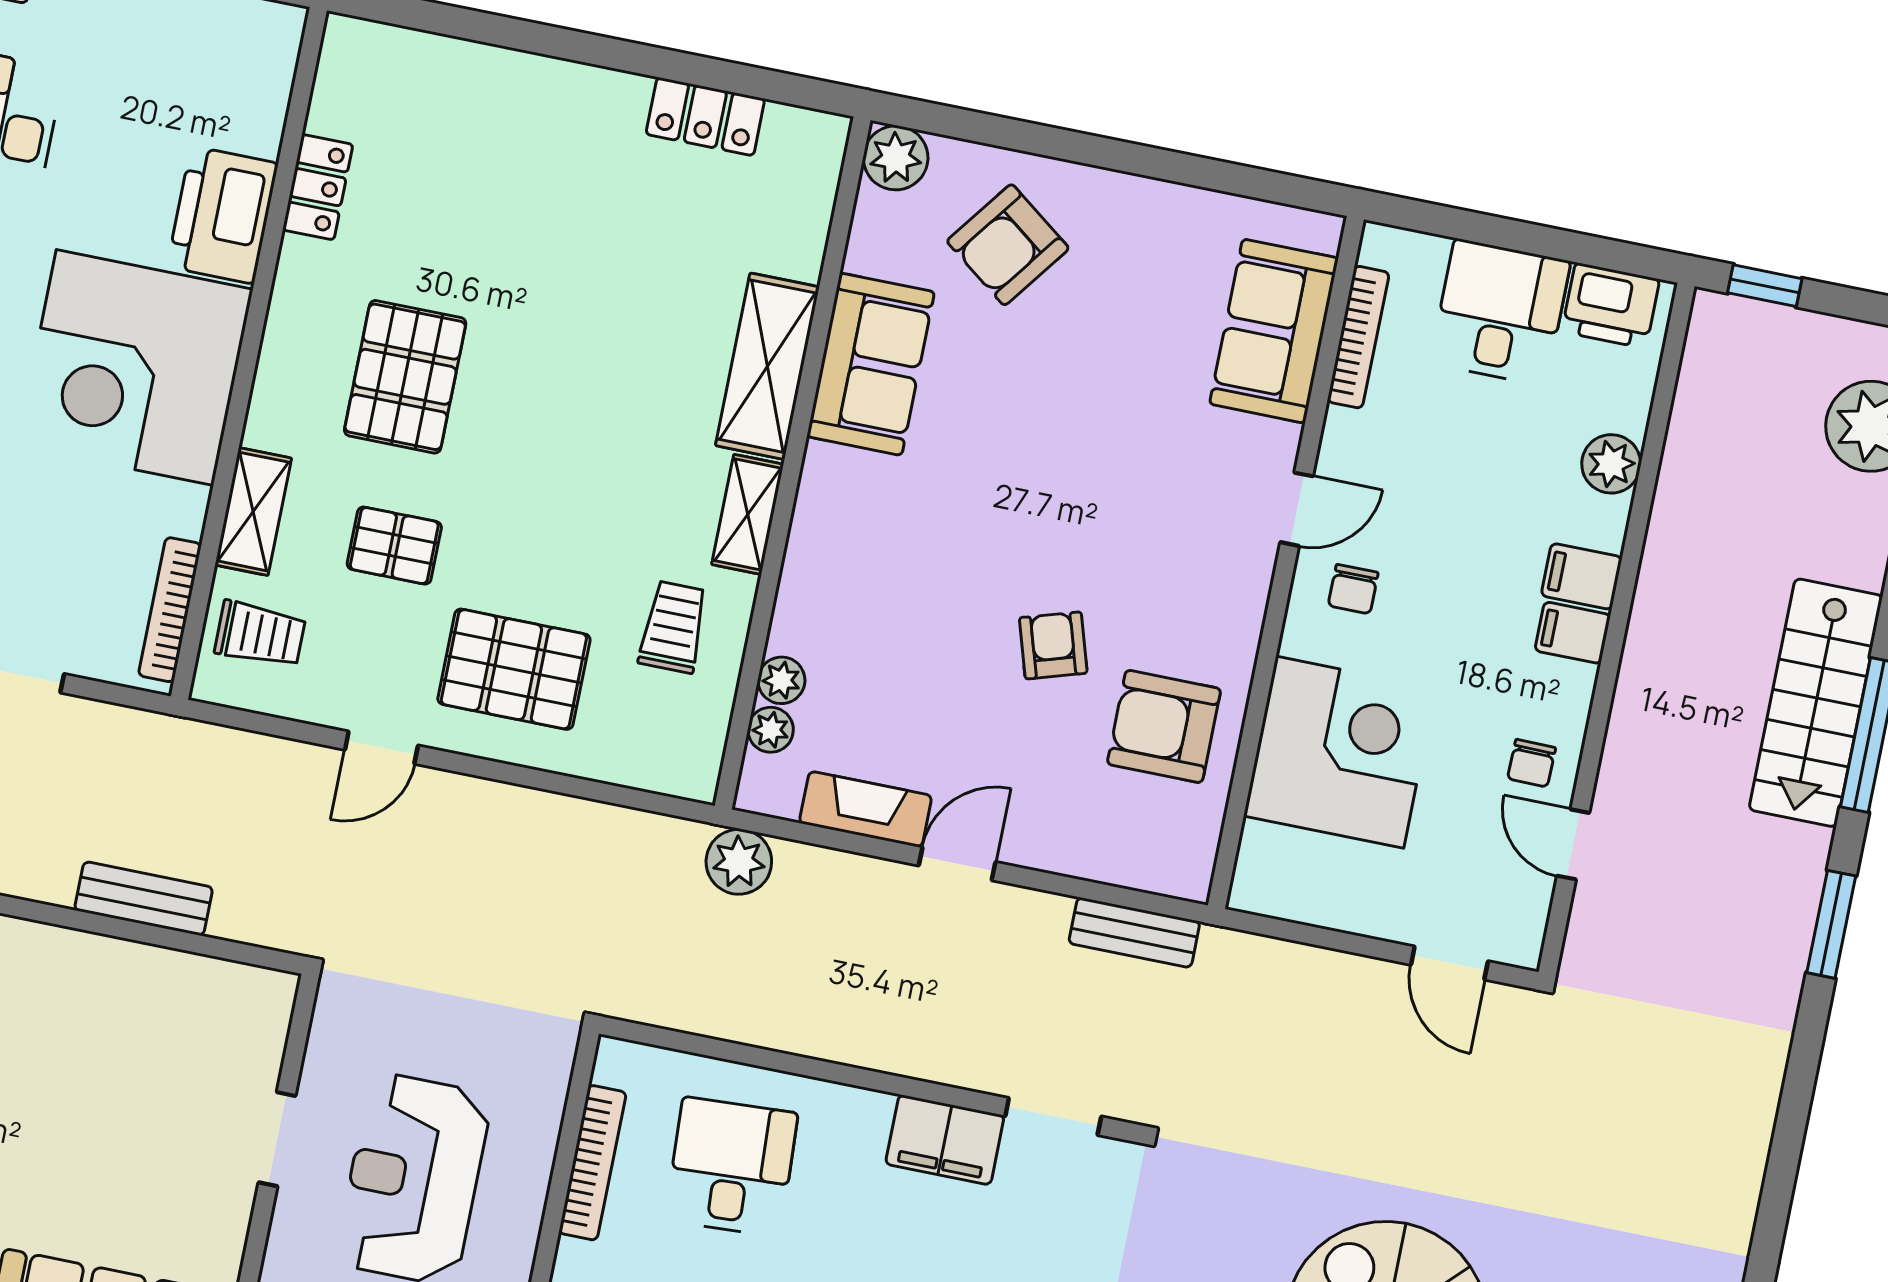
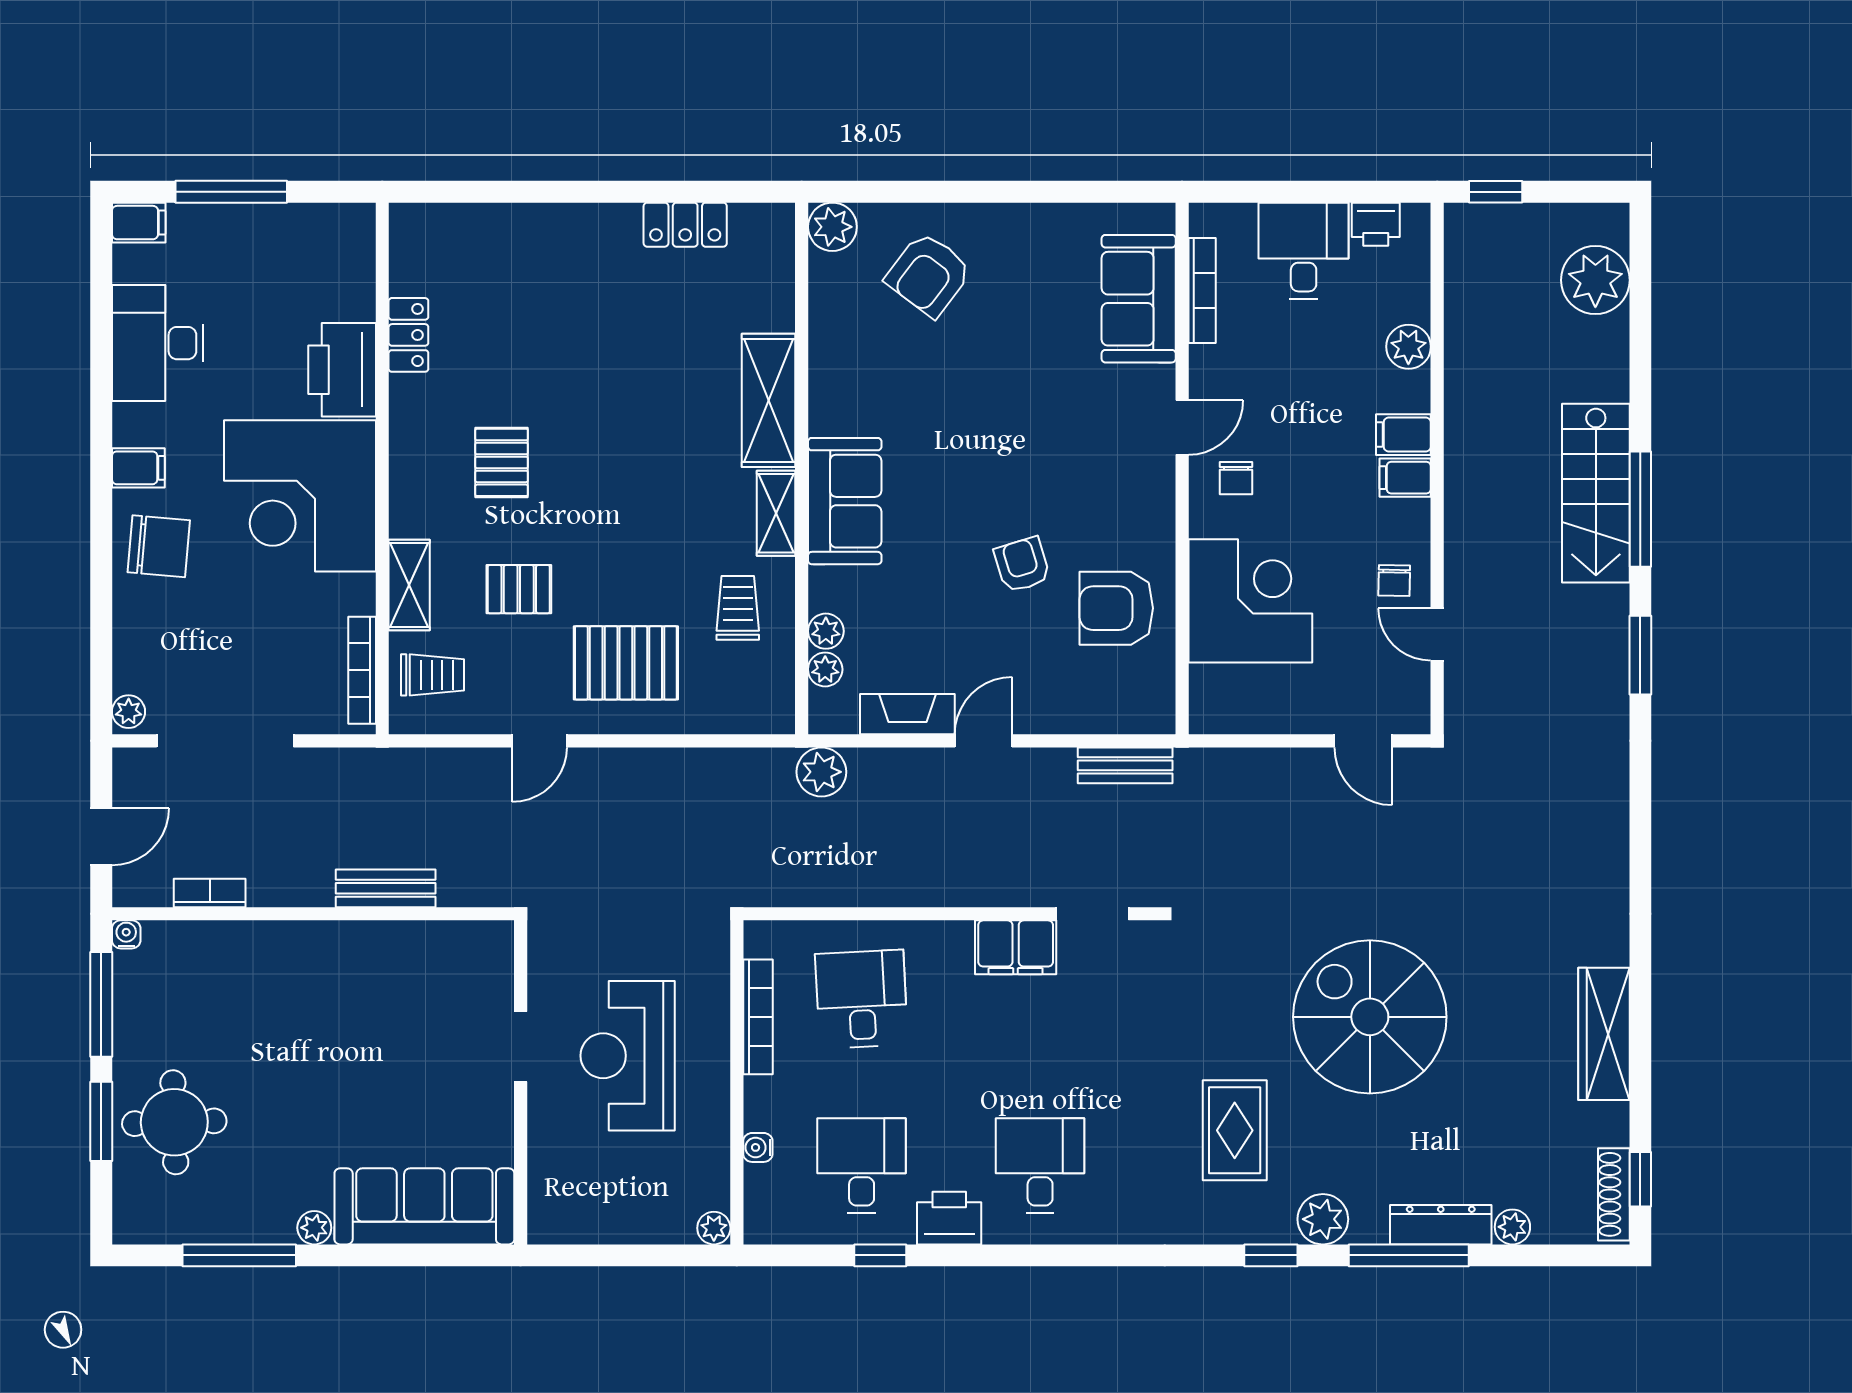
printer: (1611, 305) -> (1376, 224), width x0.73, depth x0.81
sofa: (871, 364) -> (845, 501), moved
pallet: (405, 377) -> (502, 462), width x0.67, depth x0.71

